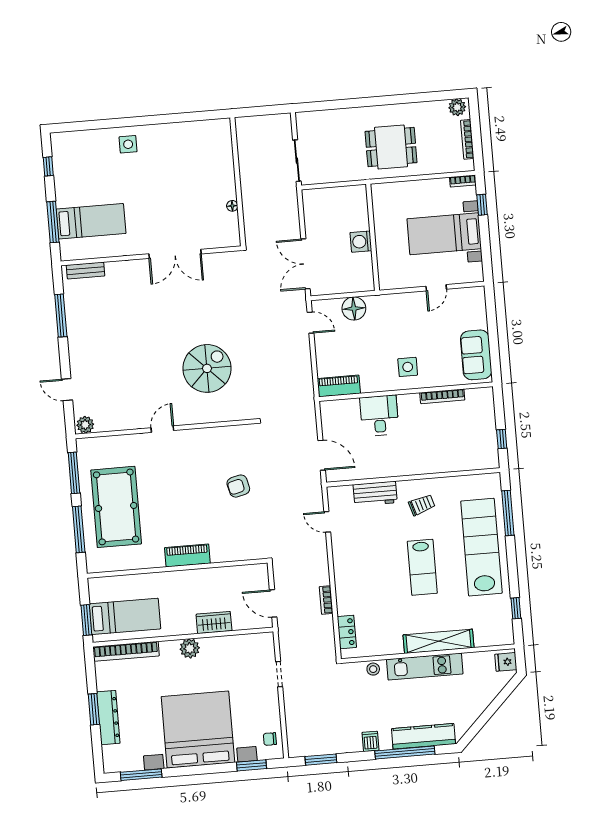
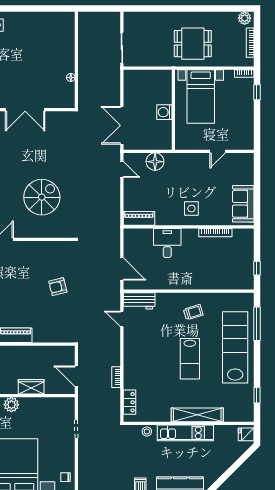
bed with nightstands: (444, 234) -> (201, 96), moved, turned -90
workbench: (375, 494) -> (139, 301), moved

